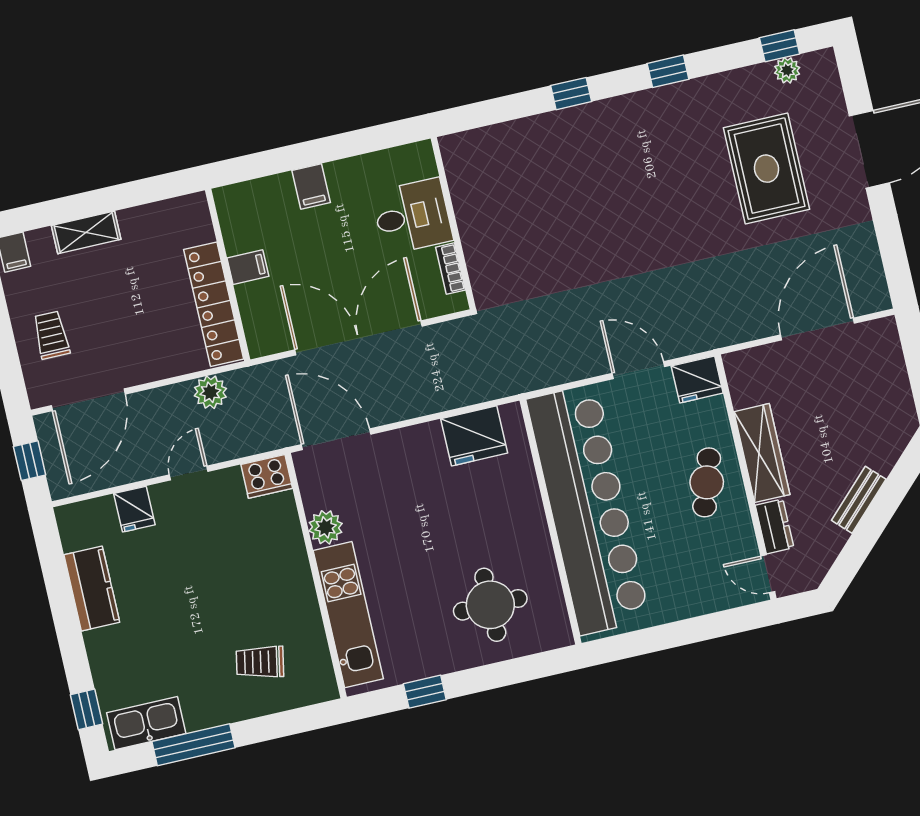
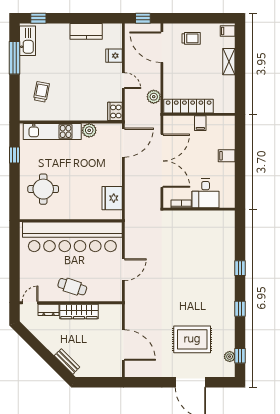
fridge: (697, 379) -> (114, 292), removed
bench: (859, 500) -> (67, 361), moved

